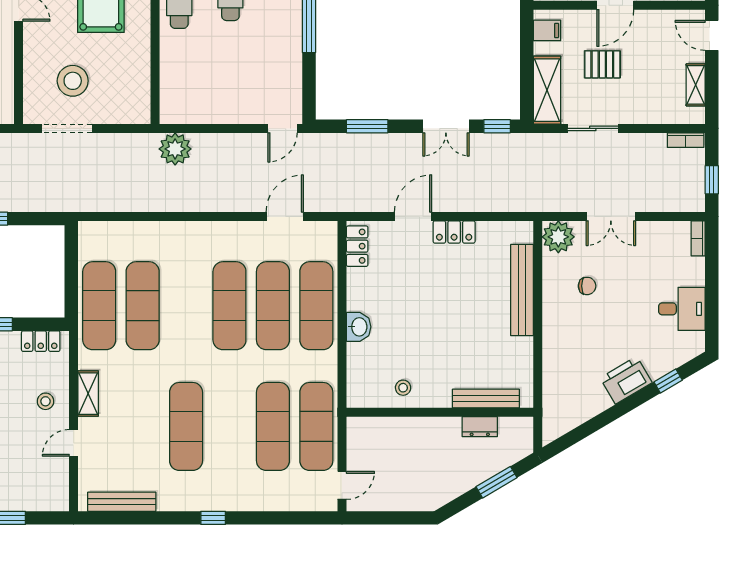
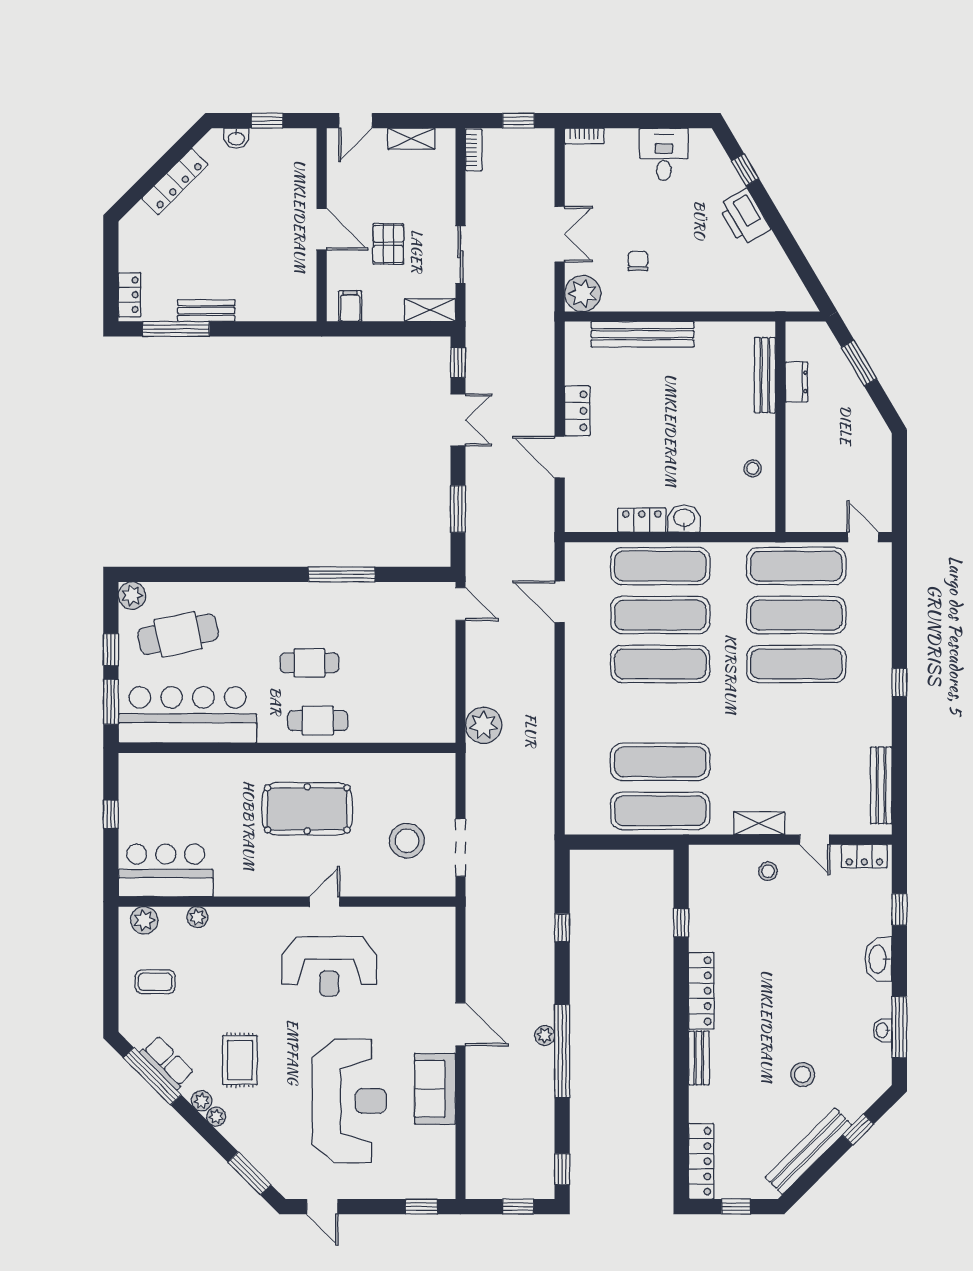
shelving: (547, 90) -> (430, 310), width x0.67, depth x0.75
locker: (357, 246) -> (642, 520), moved
locker: (41, 341) -> (864, 856), moved, turned 90
exercise mat: (186, 426) -> (796, 664), moved

